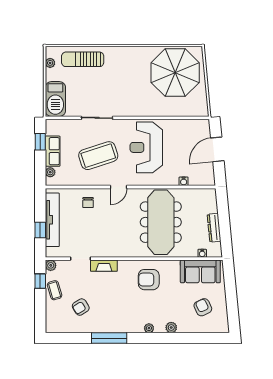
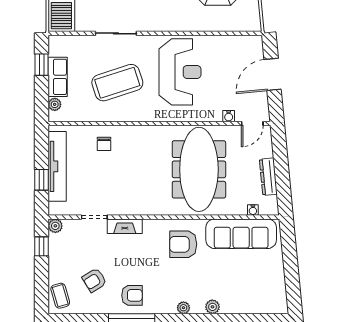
reception desk: (146, 147) -> (180, 72), turned 180
door: (119, 187) -> (252, 124), moved
sofa: (200, 271) -> (241, 234), width x1.36
coffee table: (55, 290) -> (60, 296), moved
armchair: (203, 307) -> (132, 295), moved, turned 115

